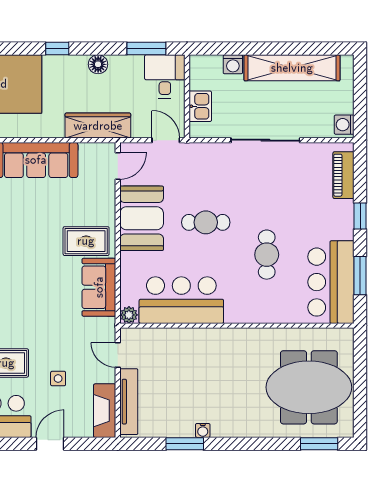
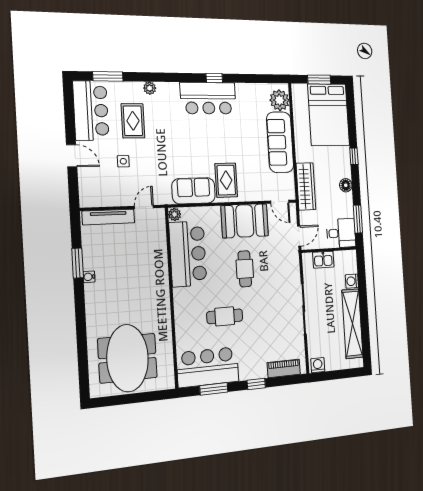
fireplace: (105, 411) -> (100, 198), removed
window: (319, 444) -> (83, 371), removed

